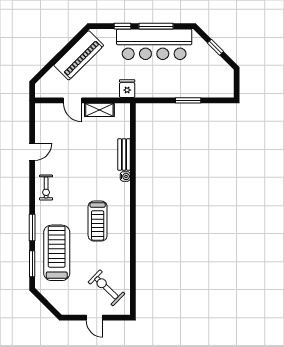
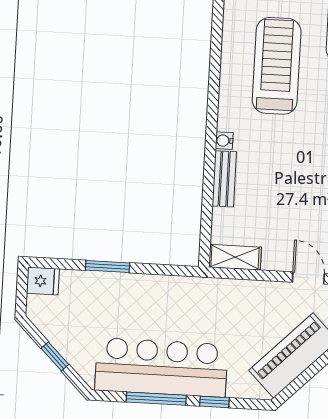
fridge: (127, 89) -> (43, 281), moved, turned -90
shelving: (99, 110) -> (235, 257), moved
treadmill: (98, 221) -> (277, 66), width x1.37, depth x1.38

